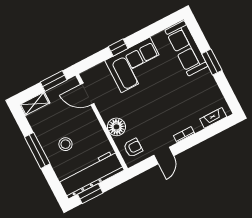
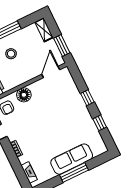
window: (149, 31) -> (100, 123), added
sofa: (186, 48) -> (72, 159), moved
window: (212, 62) -> (74, 172), width x1.44
corner sofa: (136, 65) -> (73, 111), removed

